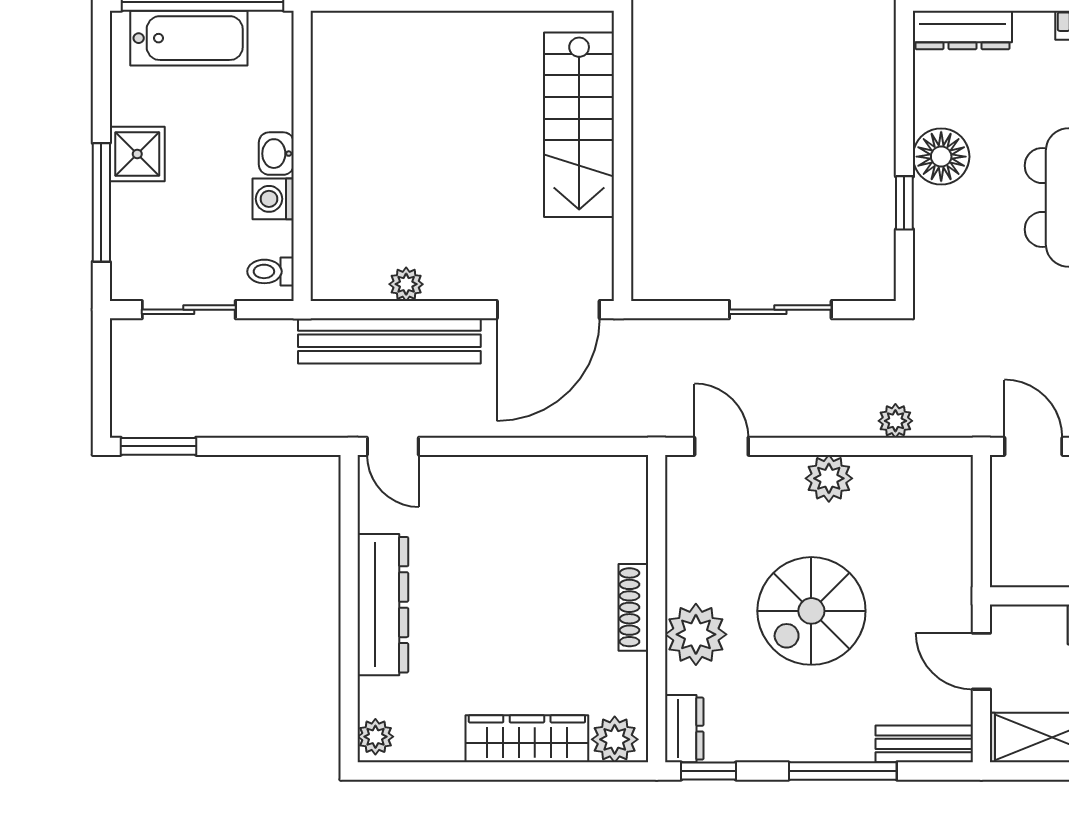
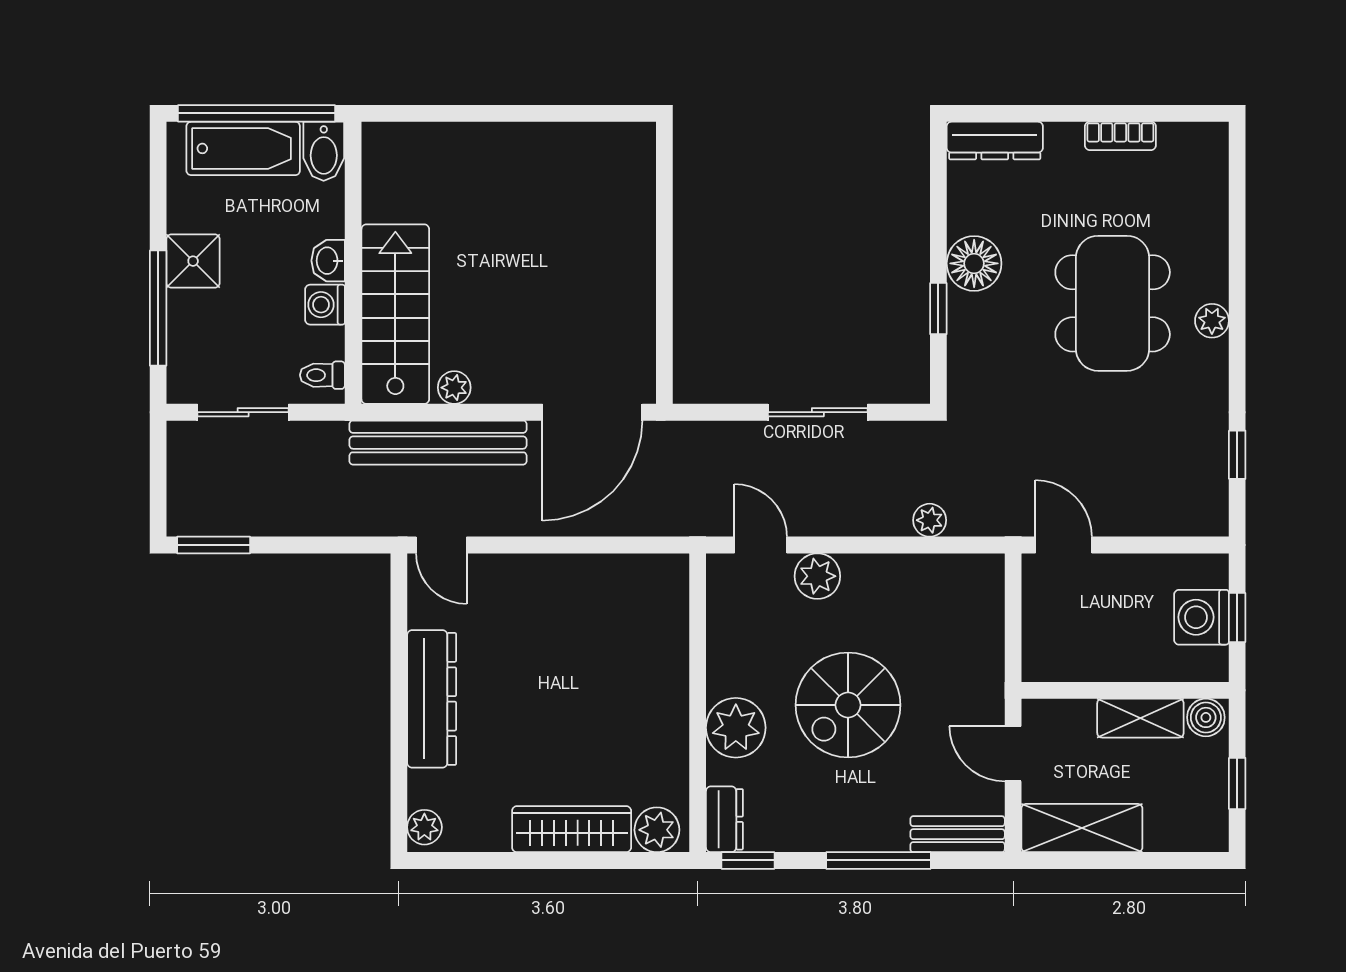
bidet: (272, 41) -> (324, 151), added
stairs: (579, 125) -> (395, 314), moved, turned 180
plant: (829, 478) -> (817, 576), moved
shoe rack: (633, 607) -> (675, 701), removed

